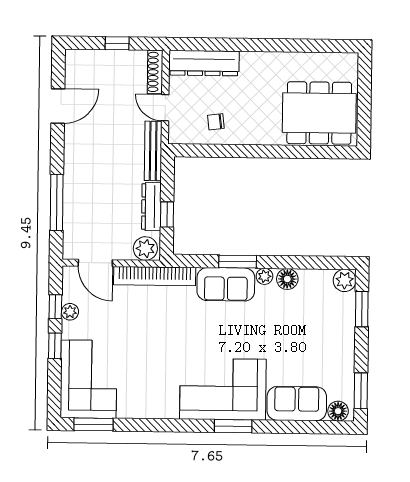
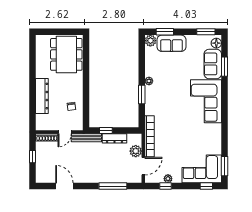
dresser: (204, 63) -> (42, 96), moved
window: (167, 214) -> (106, 130), moved
plant: (145, 249) -> (136, 151), moved
floor lamp: (287, 279) -> (150, 69), removed
sofa: (226, 284) -> (171, 43), moved, turned 90
window: (55, 346) -> (206, 186), moved
window: (233, 426) -> (225, 67), moved

